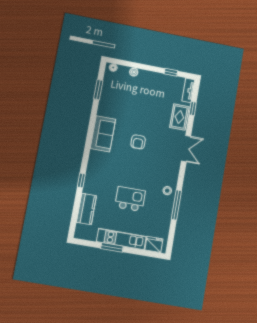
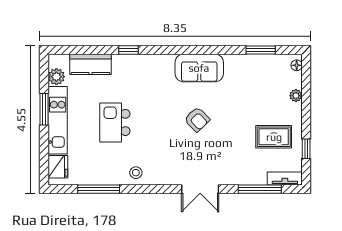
window: (193, 108) -> (260, 189), width x2.17
rug: (179, 117) -> (274, 137), moved
armchair: (138, 142) -> (197, 119), turned -134
kitchen island: (130, 199) -> (115, 122), turned 180
window: (176, 205) -> (99, 189), moved
plant: (91, 235) -> (56, 77), added

